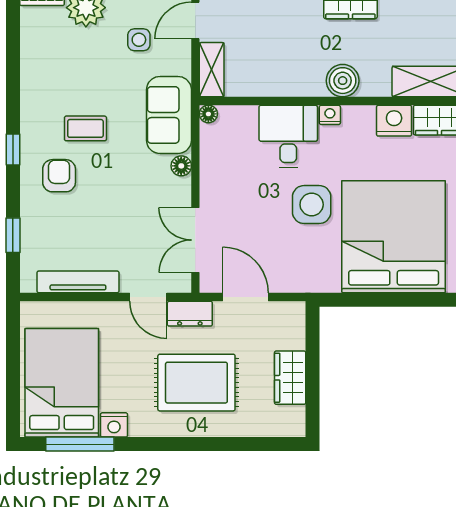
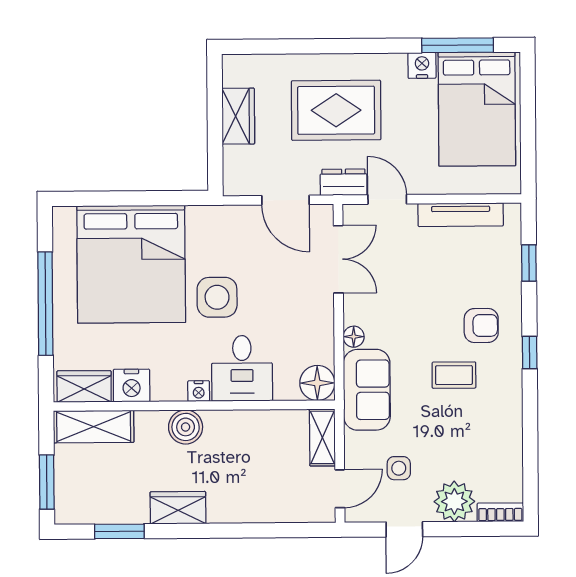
floor lamp: (208, 114) -> (317, 383), width x1.89, depth x1.89
armchair: (59, 176) -> (481, 325), turned -90

